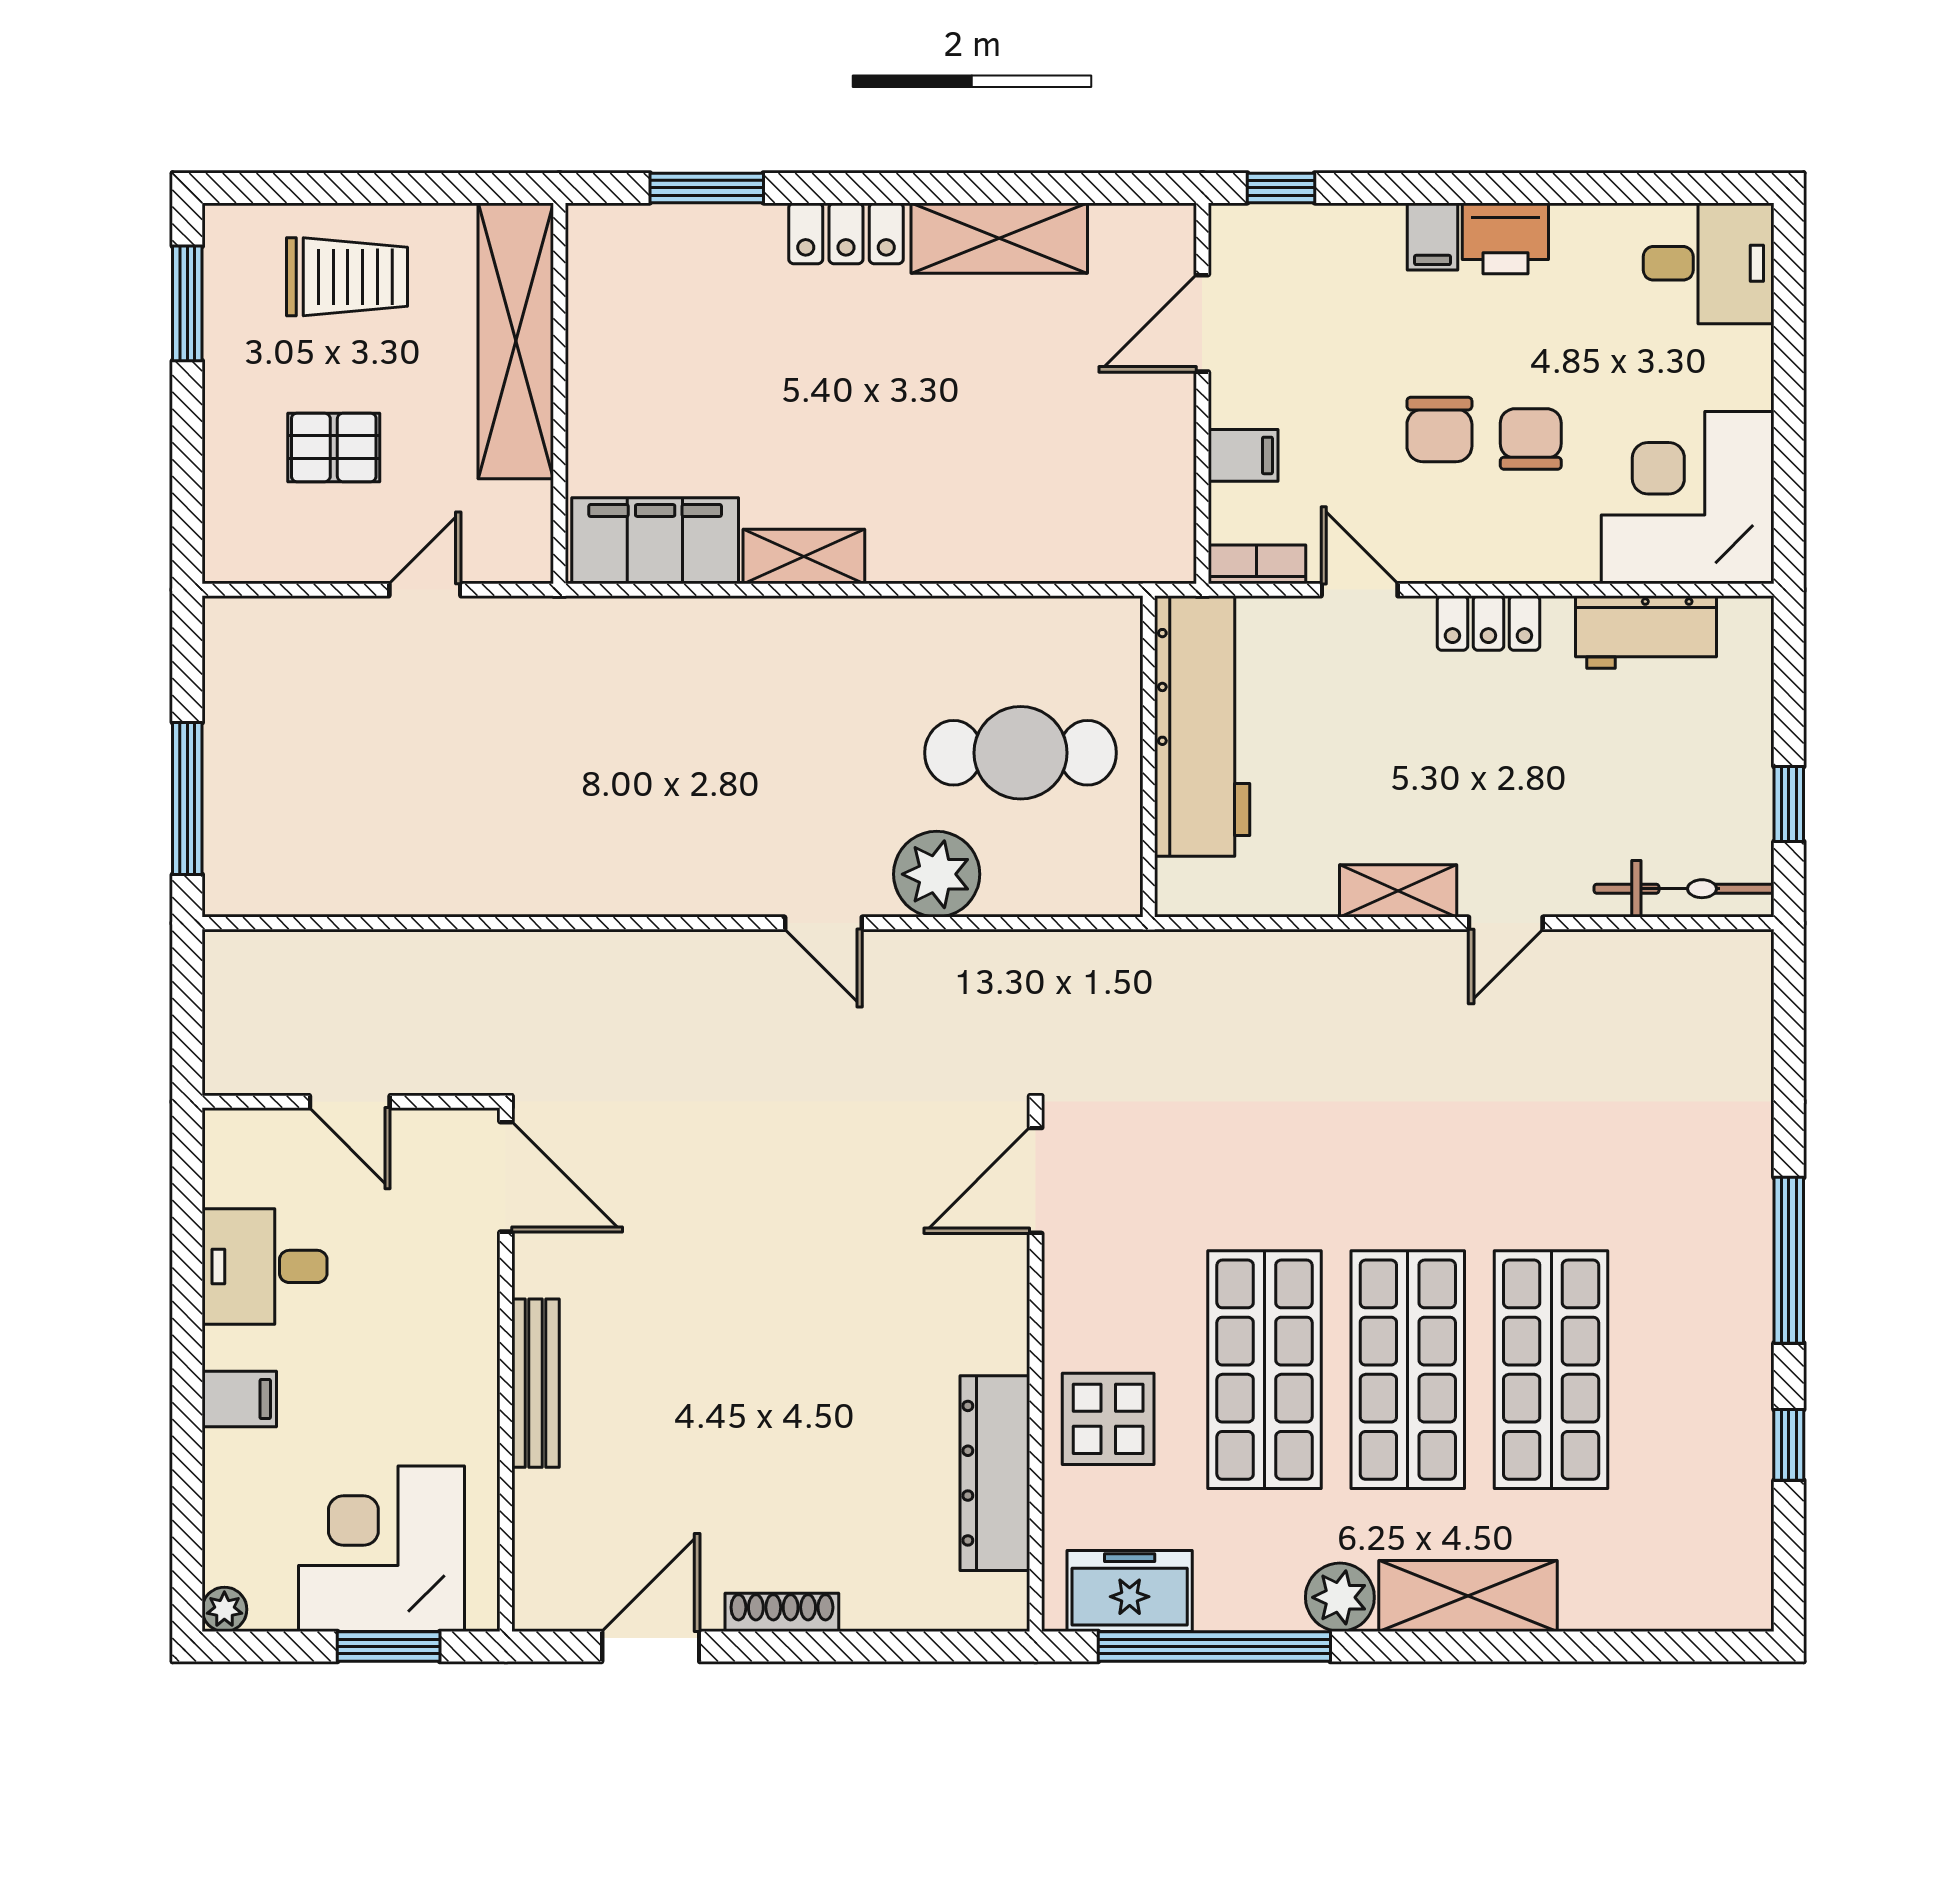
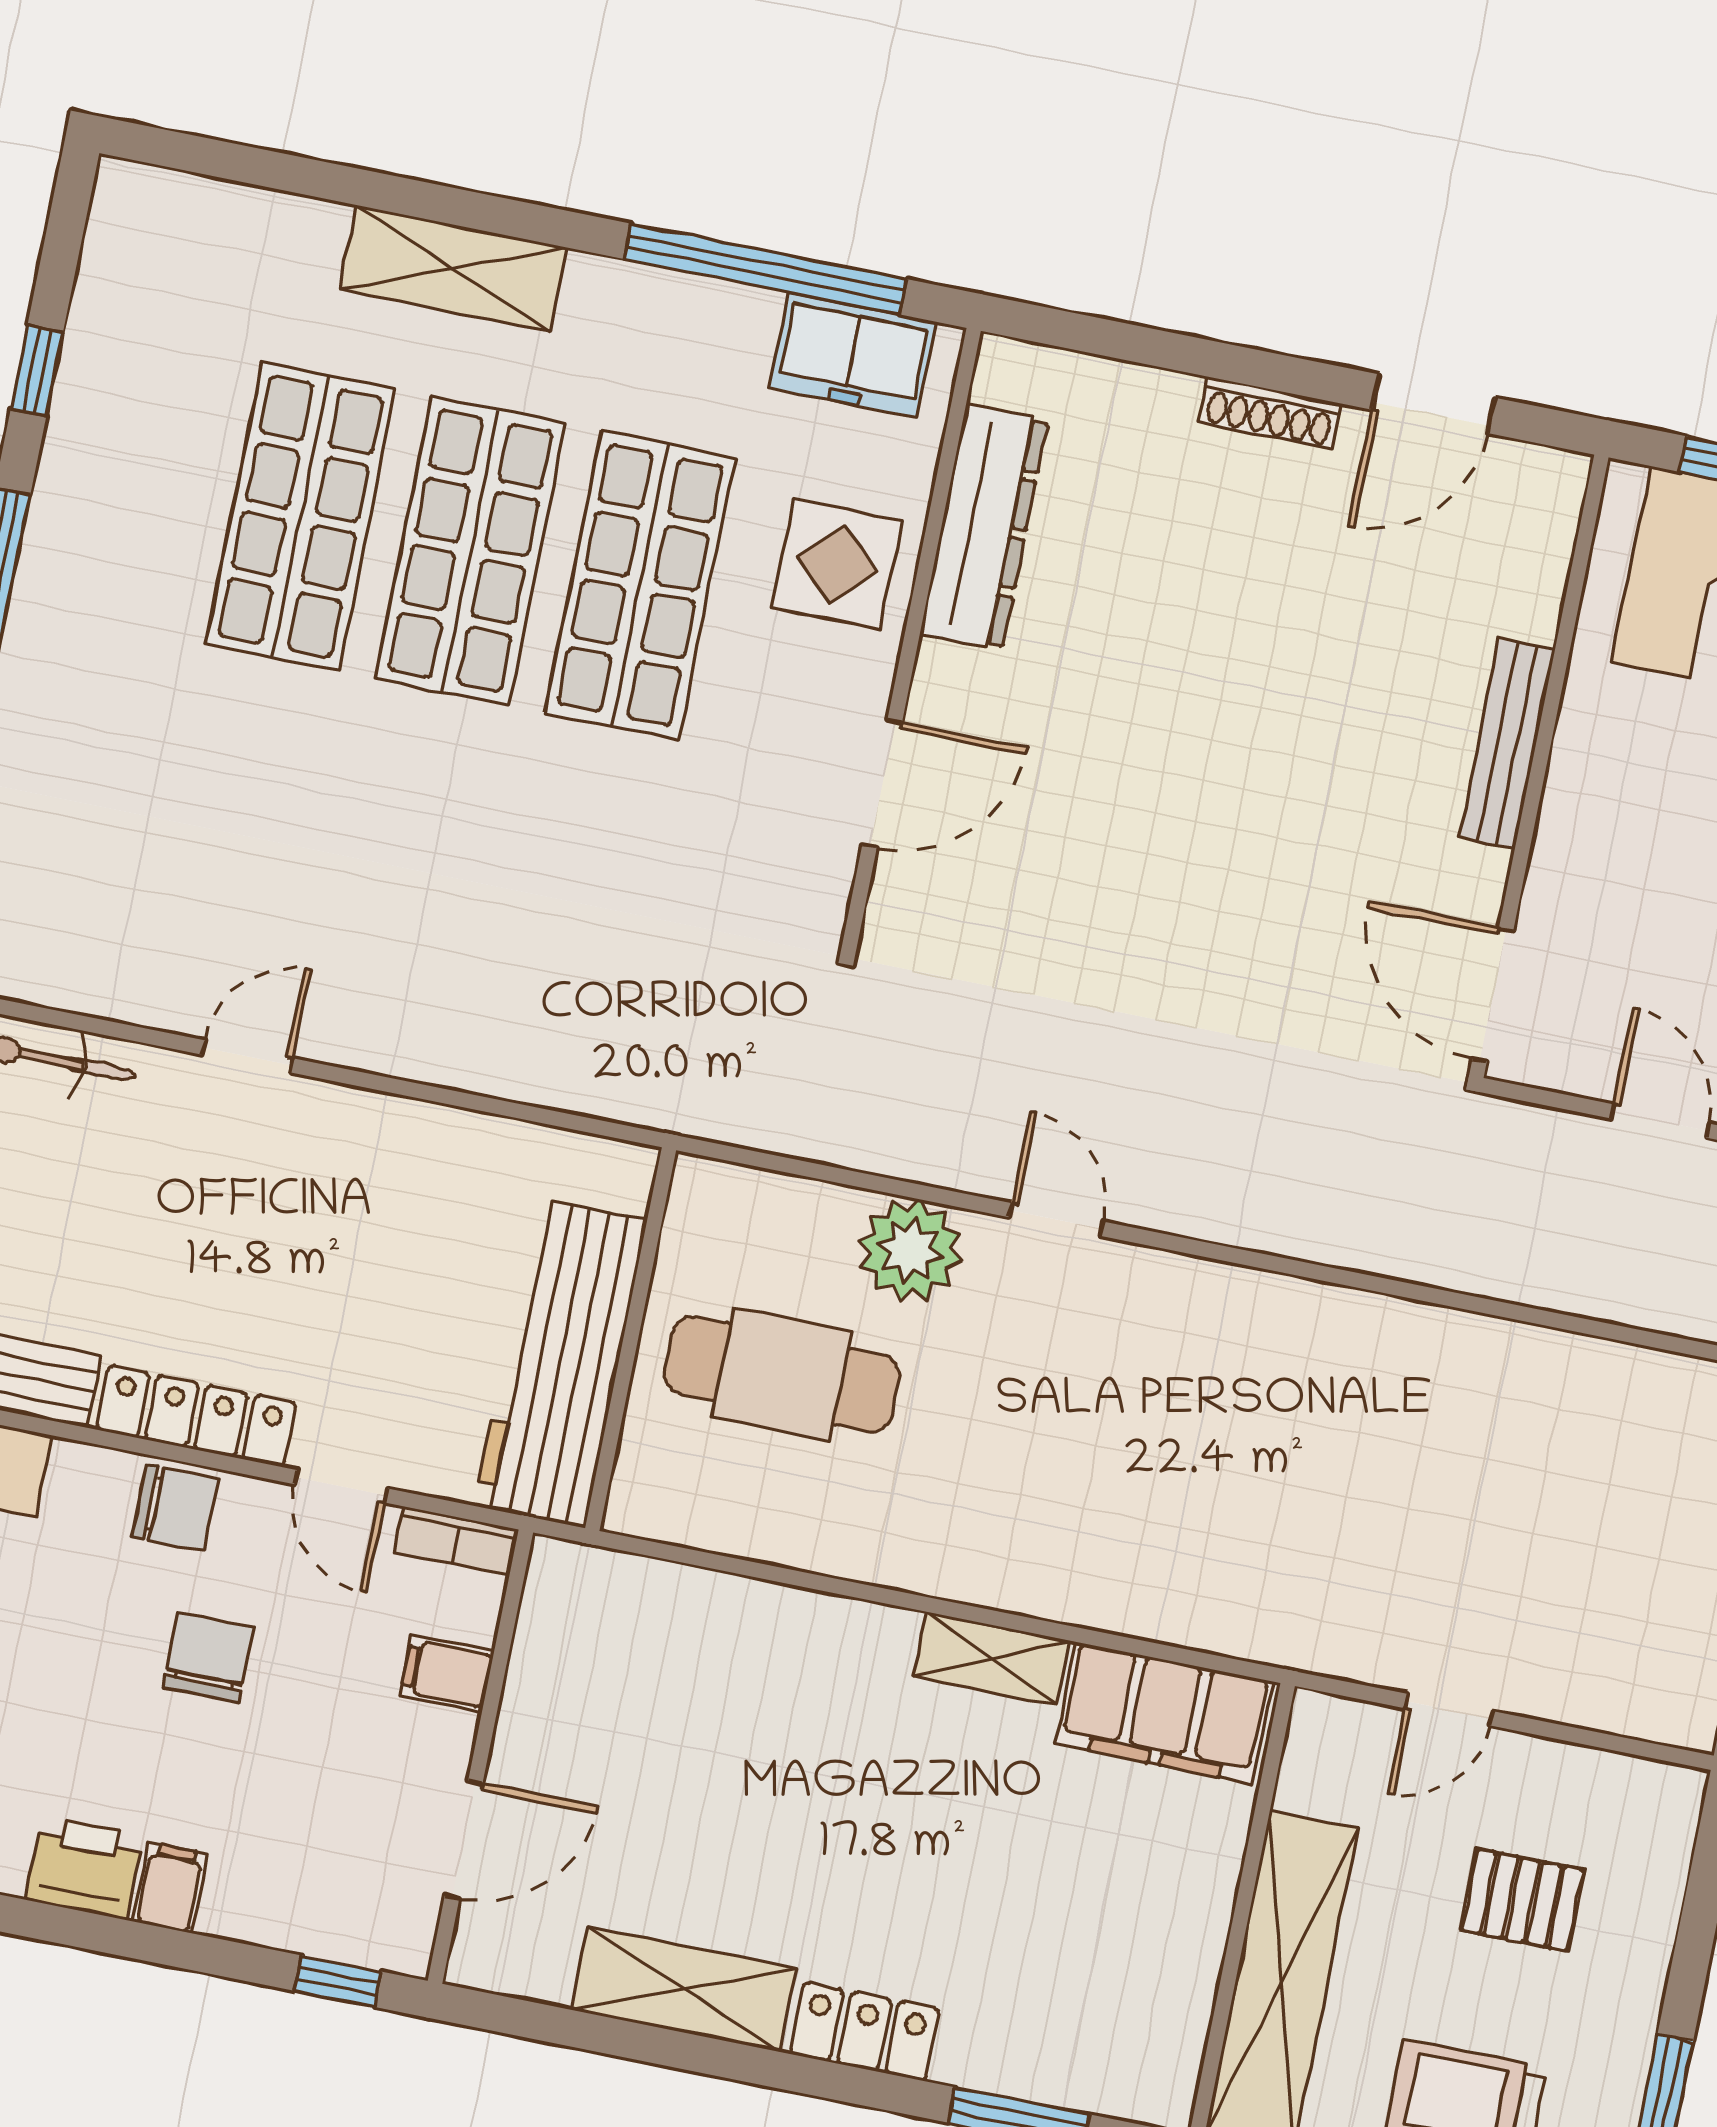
chair: (1531, 439) -> (175, 1508), moved, turned -90
locker: (1488, 623) -> (196, 1416), width x1.53
shelving: (1398, 891) -> (367, 1120), removed
door: (1036, 1180) -> (882, 784), moved
plant: (1340, 1597) -> (605, 297), removed

